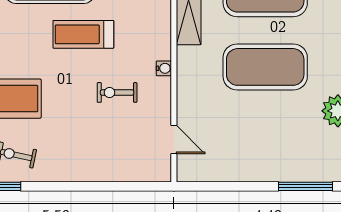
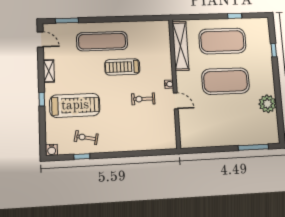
door: (174, 139) -> (176, 101), moved

